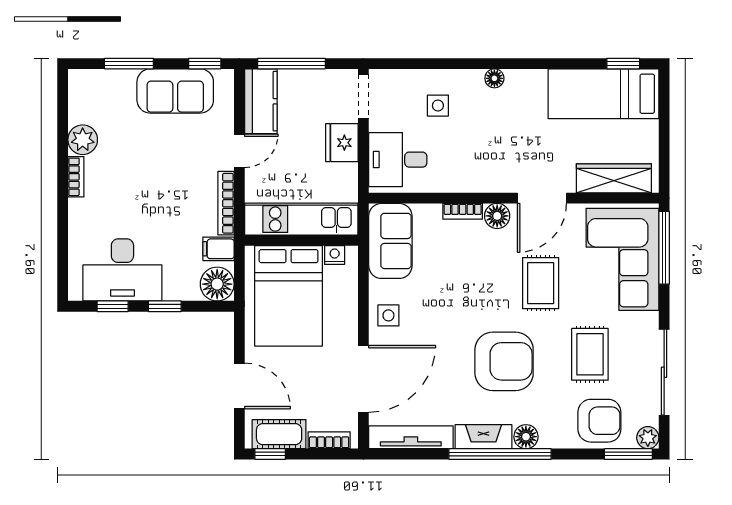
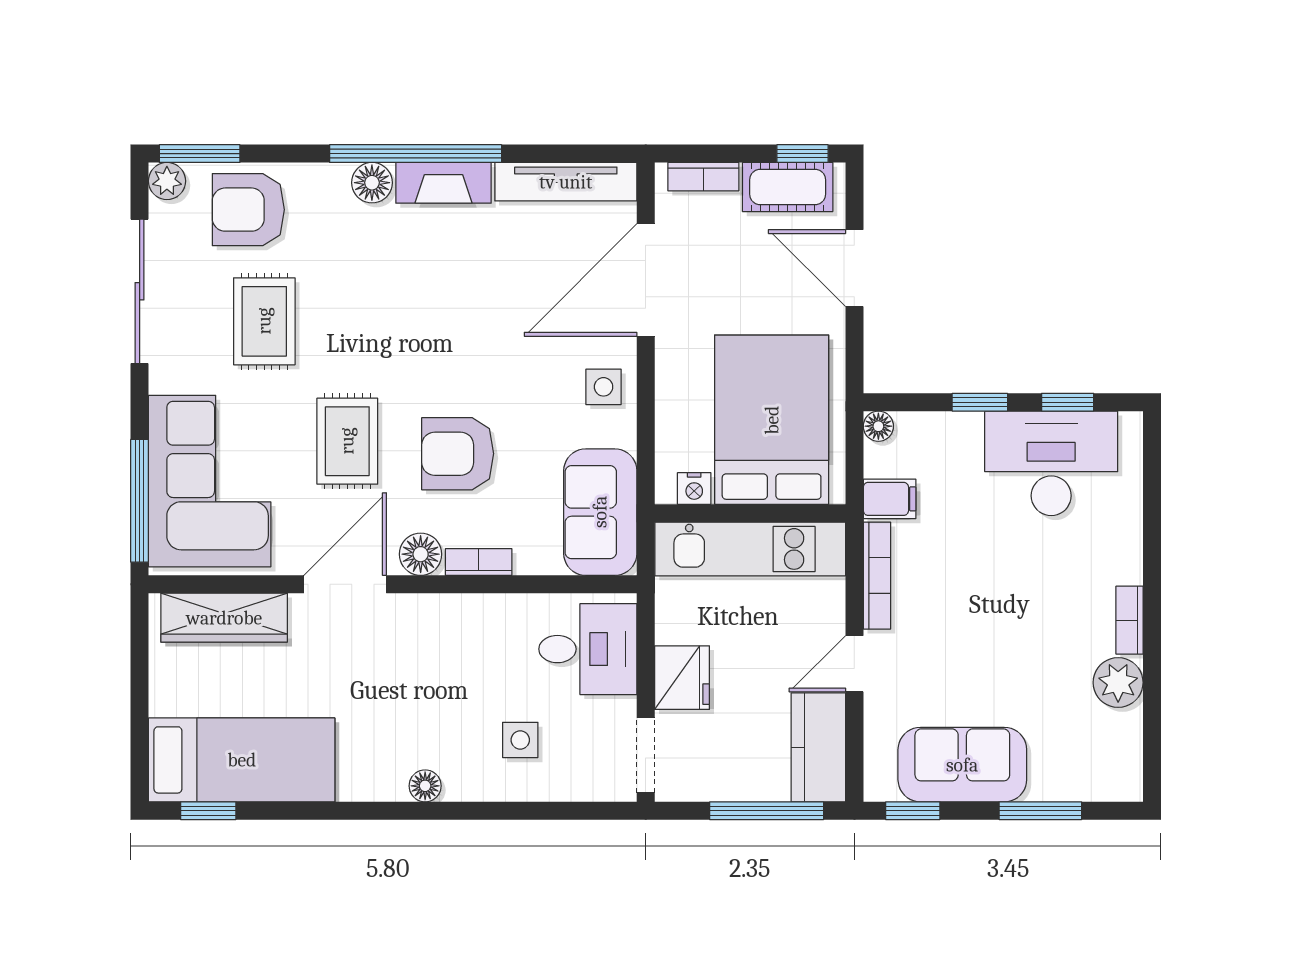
floor lamp: (217, 284) -> (878, 426), width x0.53, depth x0.53
armchair: (504, 361) -> (458, 454), moved, width x0.73, depth x0.73

